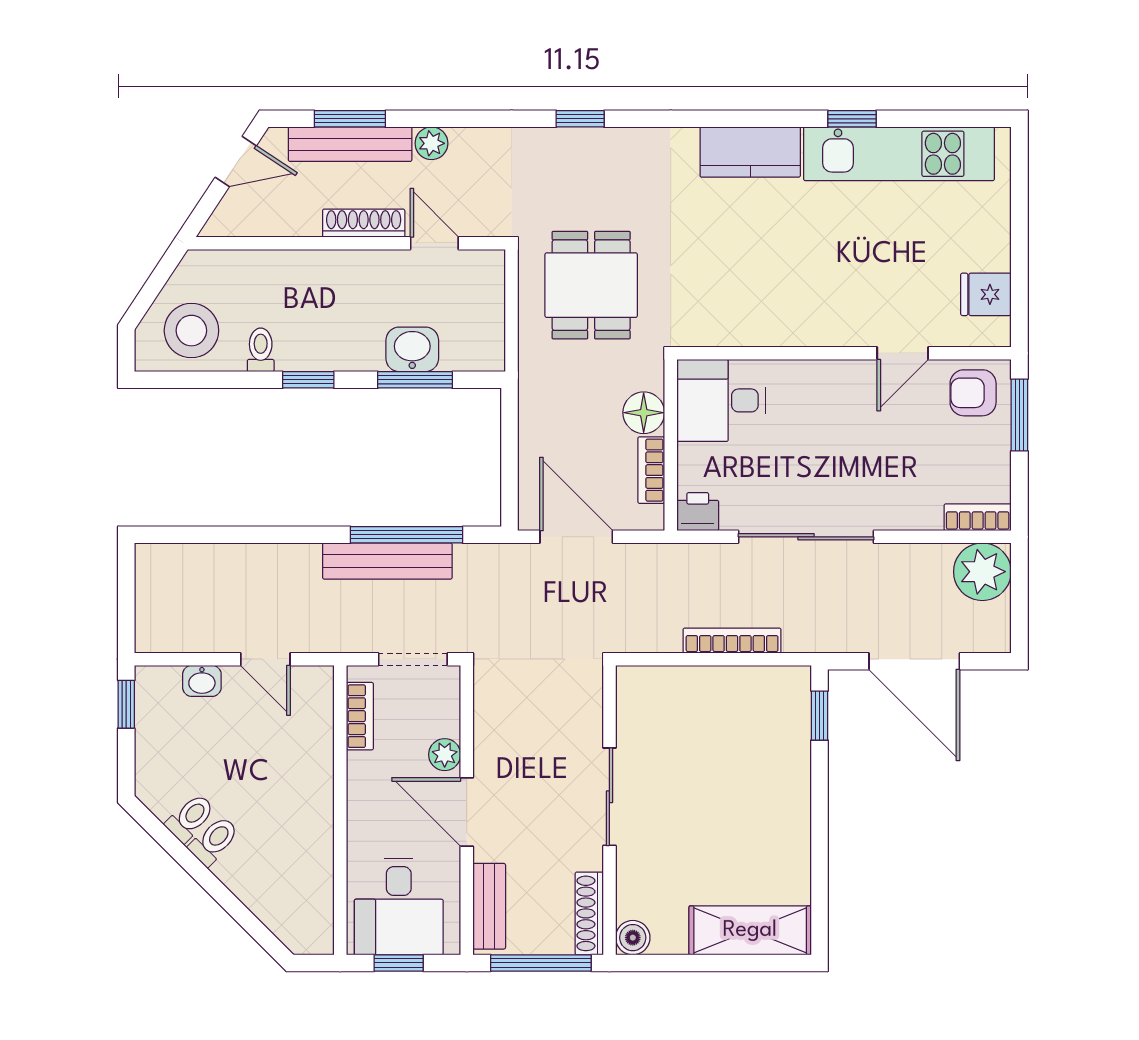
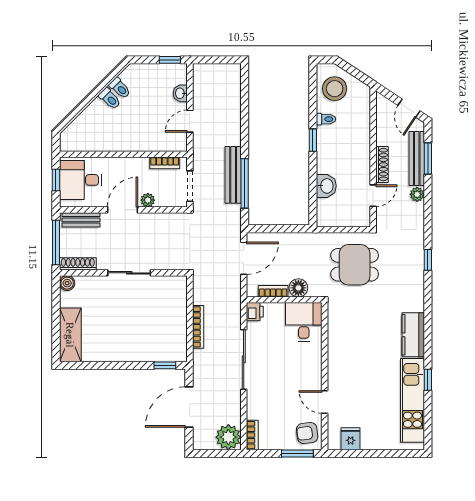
window: (415, 380) -> (313, 187), removed
armchair: (973, 393) -> (307, 433), turned -97

